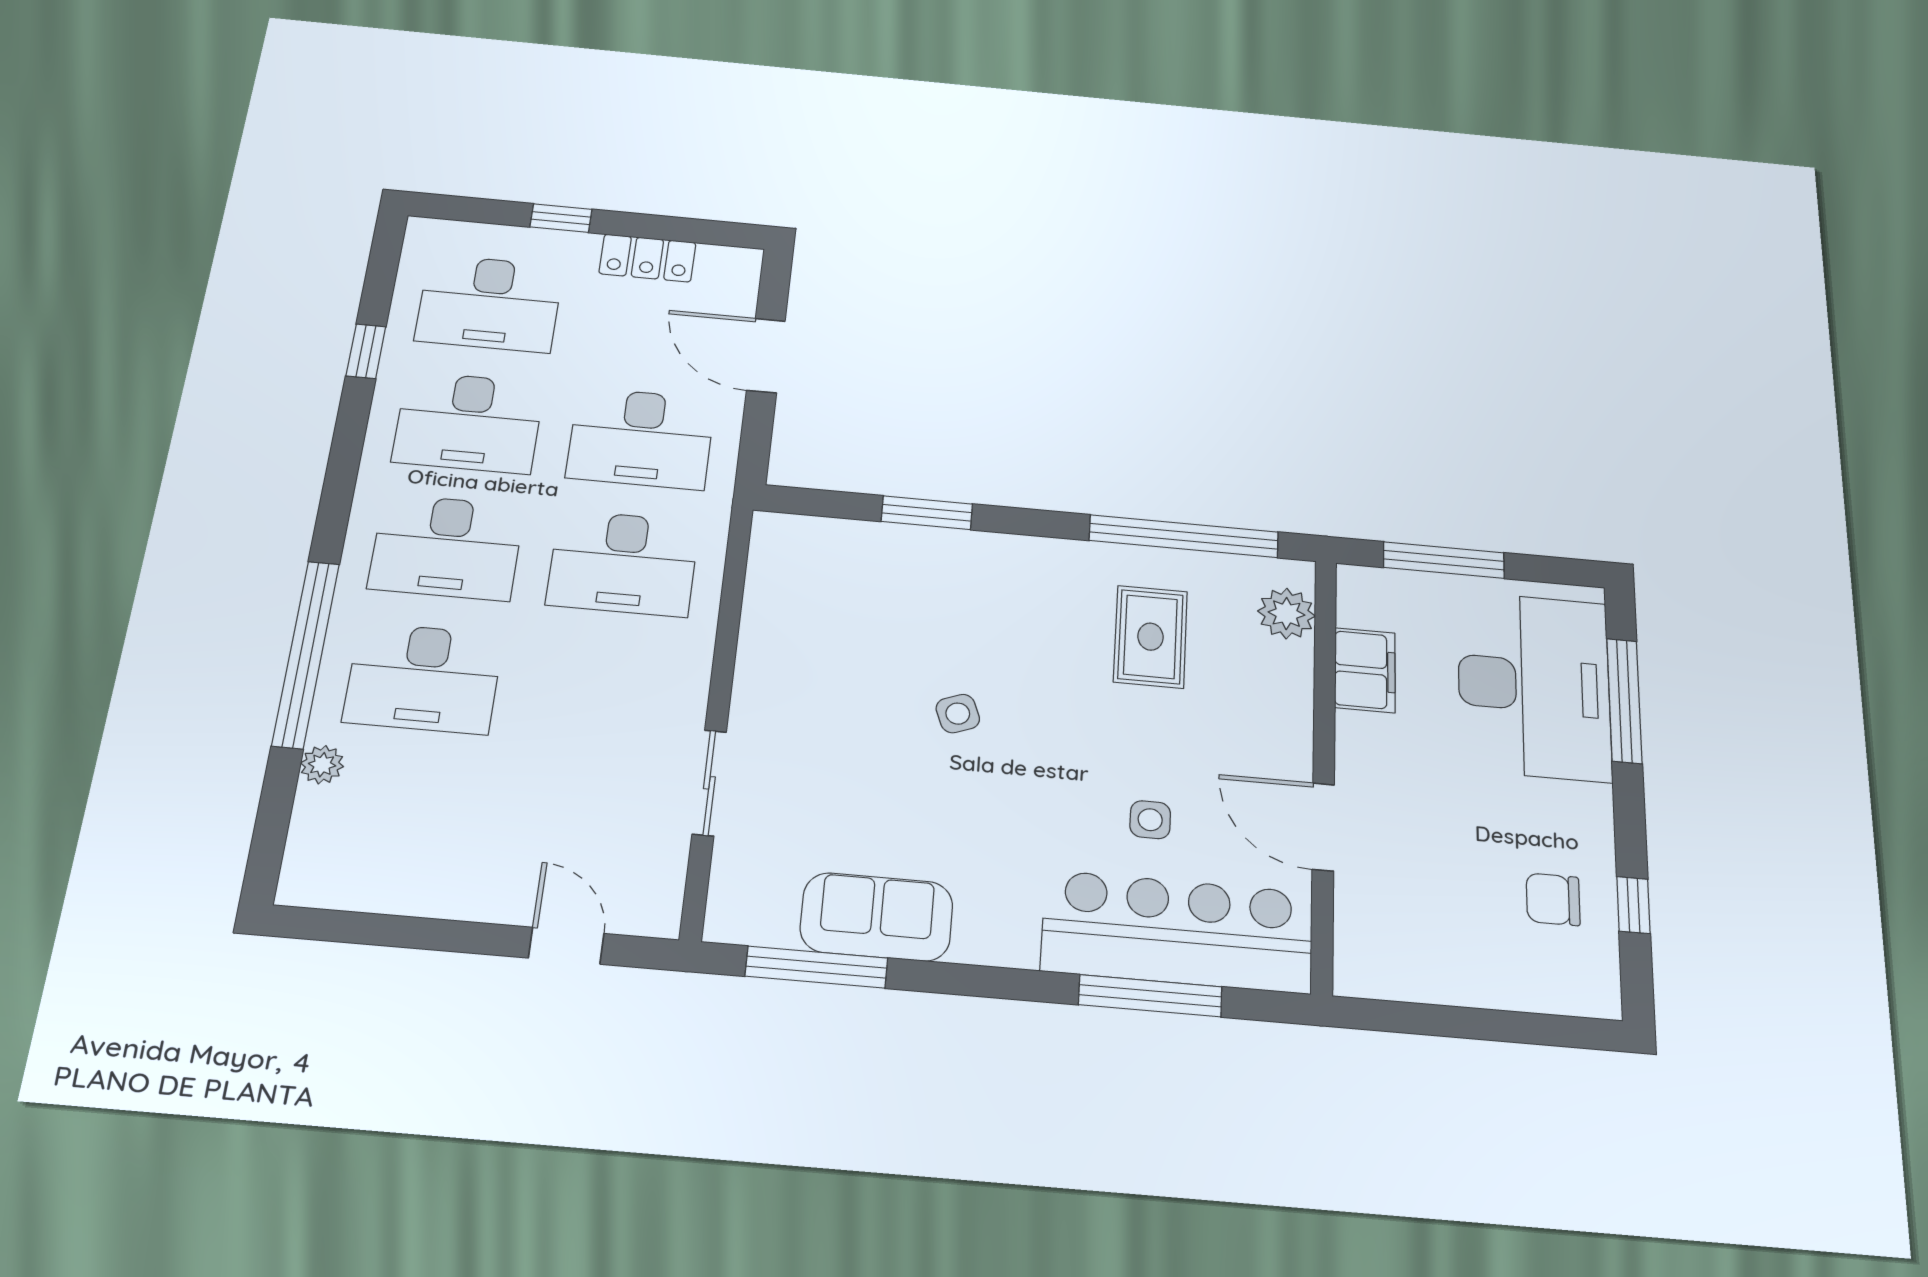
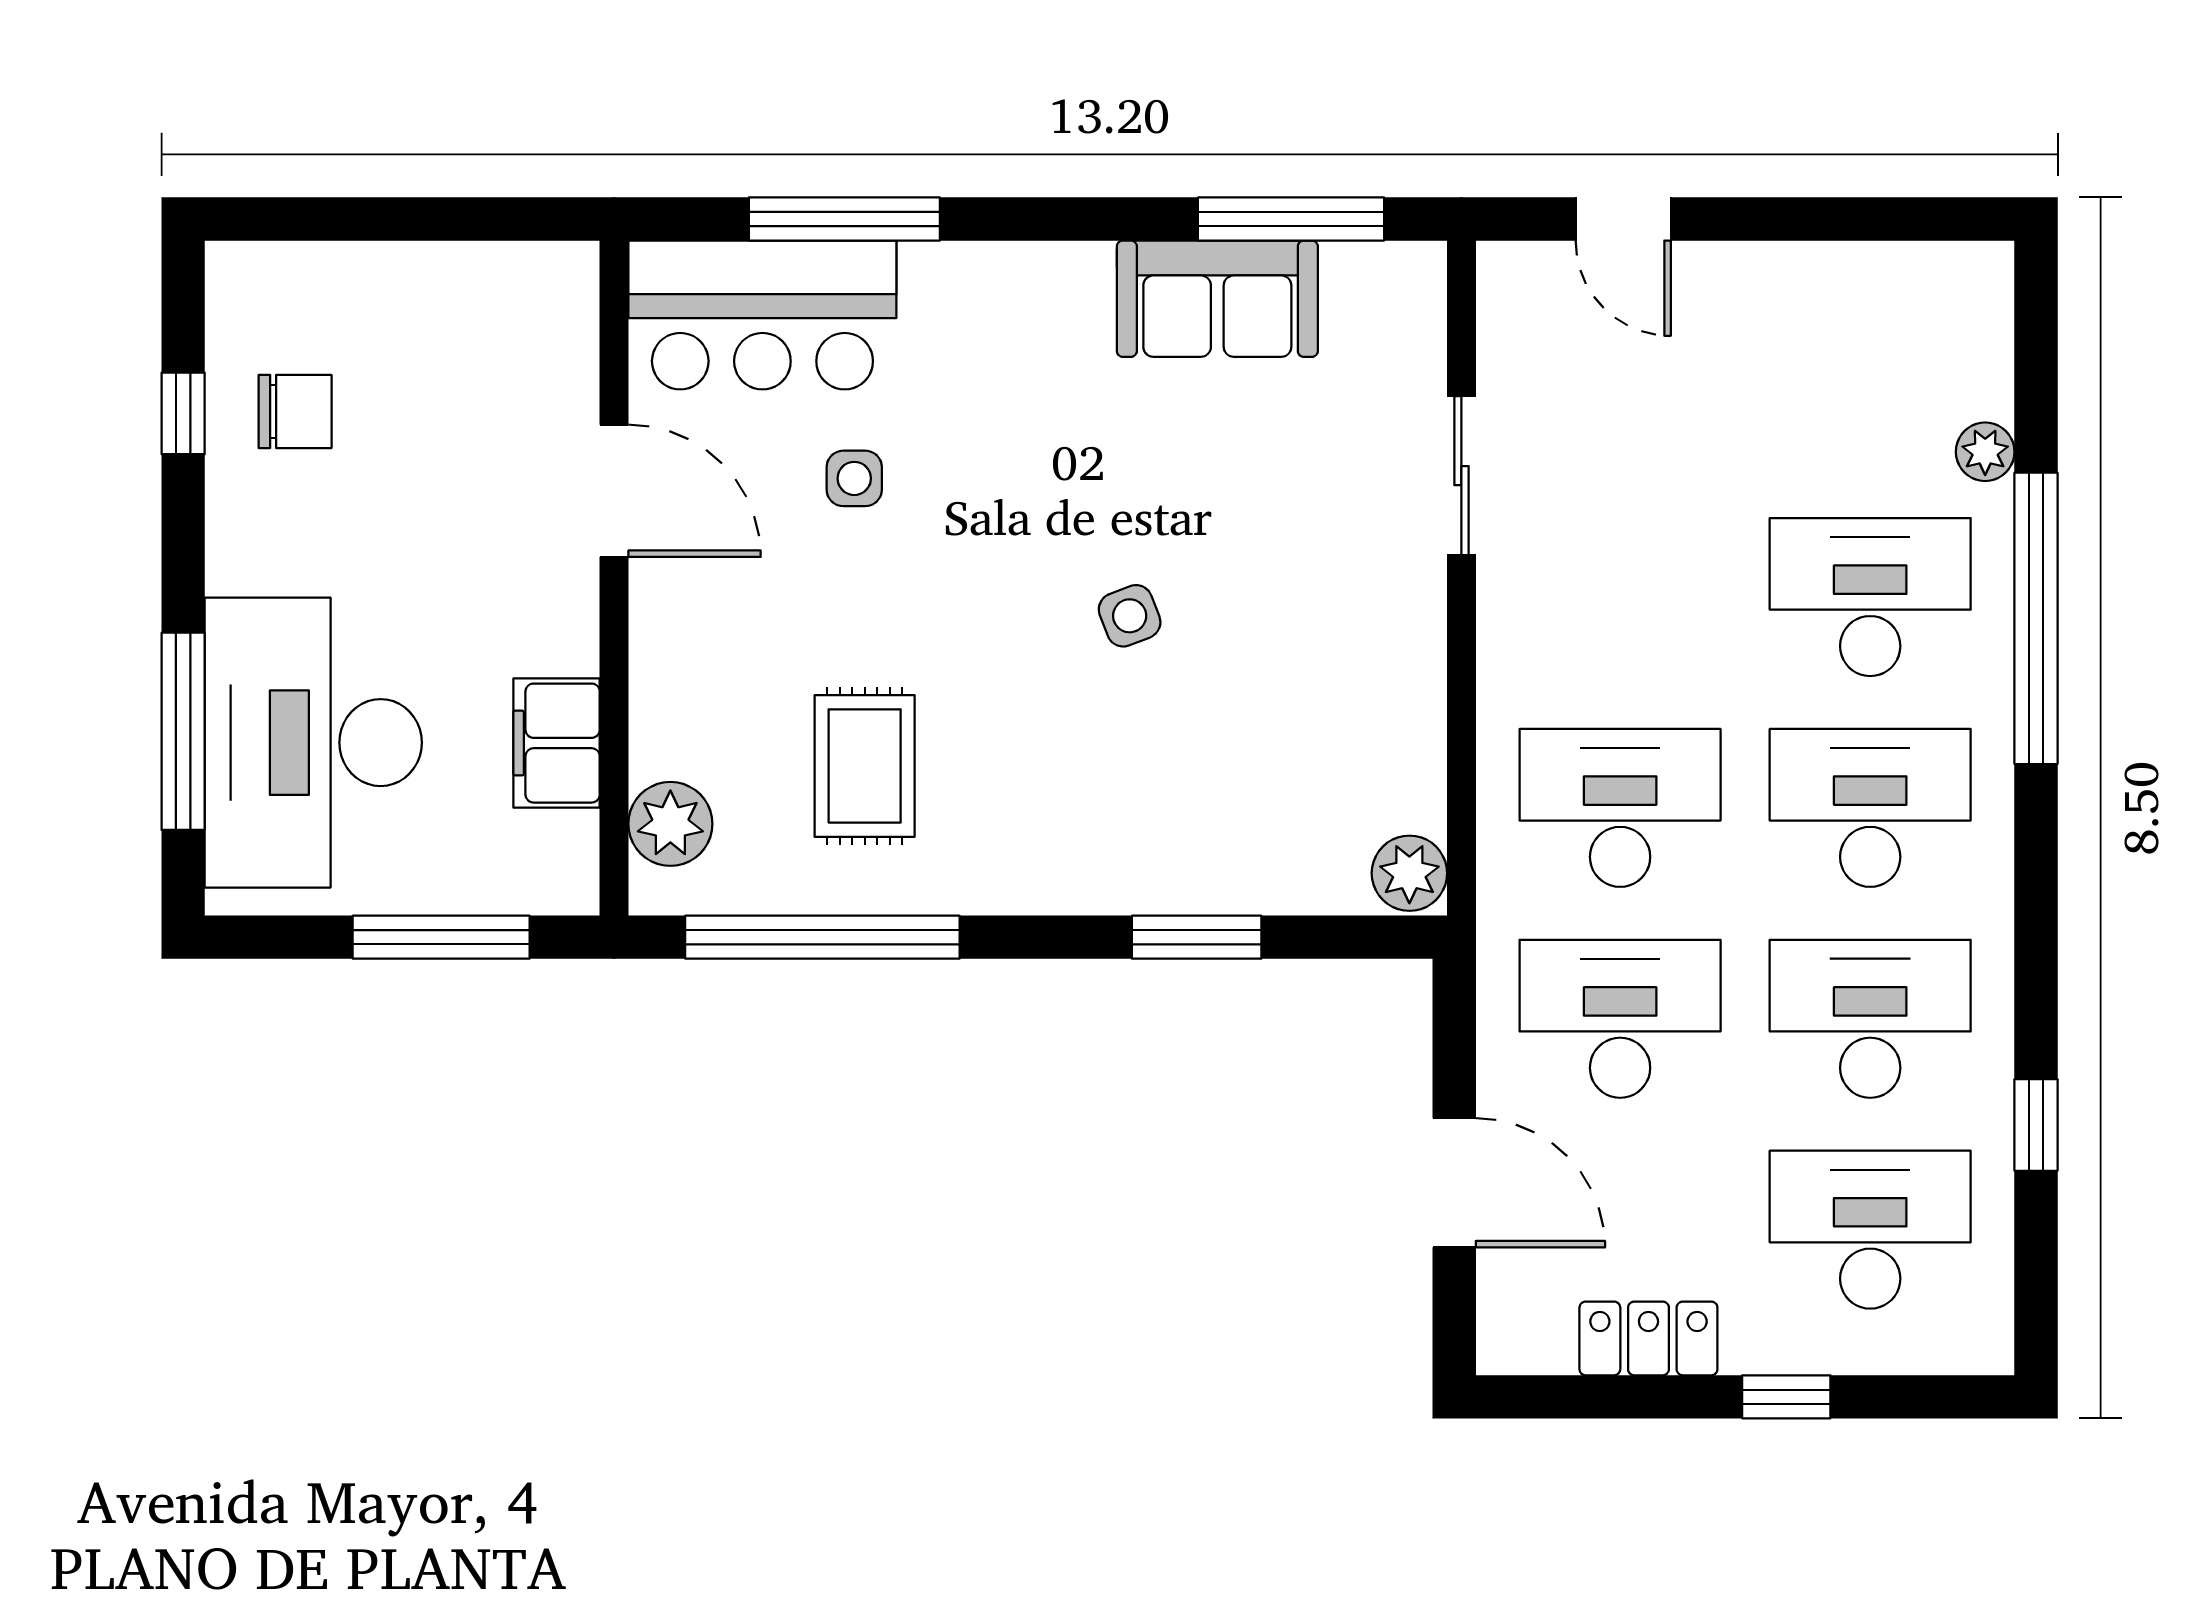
plant: (776, 537) -> (1409, 873), added
bar counter: (1177, 932) -> (762, 315), width x0.73

